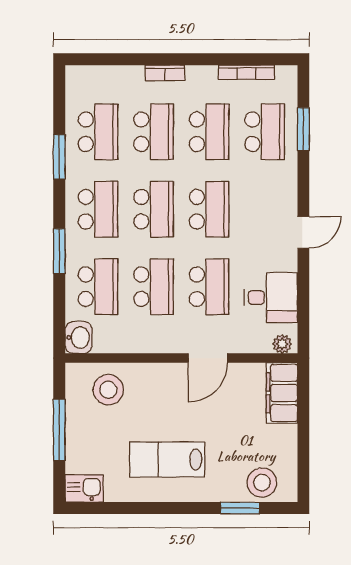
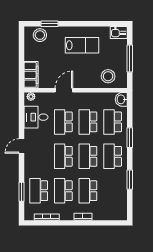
school desk: (98, 132) -> (113, 191), removed

